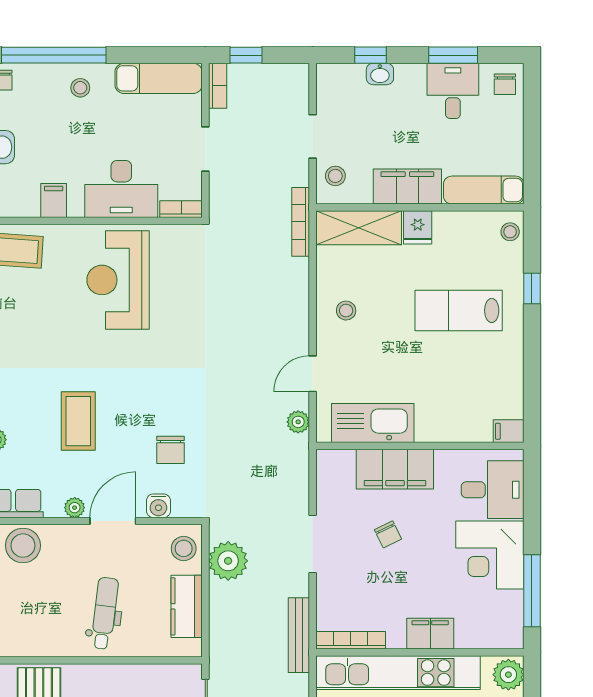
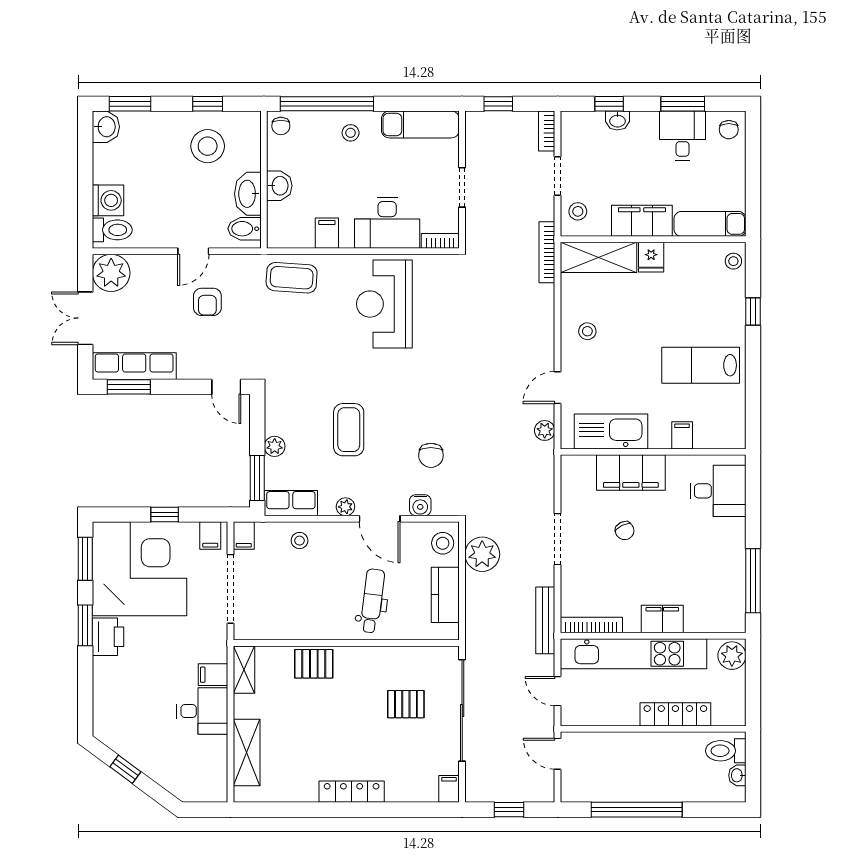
bookcase: (218, 86) -> (547, 131), moved, turned 180
lab bench: (459, 310) -> (701, 365), moved
filing cabinet: (509, 431) -> (682, 435), moved, turned 90
door: (113, 521) -> (380, 519), swing flipped
stool: (23, 546) -> (300, 541), width x0.53, depth x0.53
corner desk: (490, 555) -> (715, 549), removed

